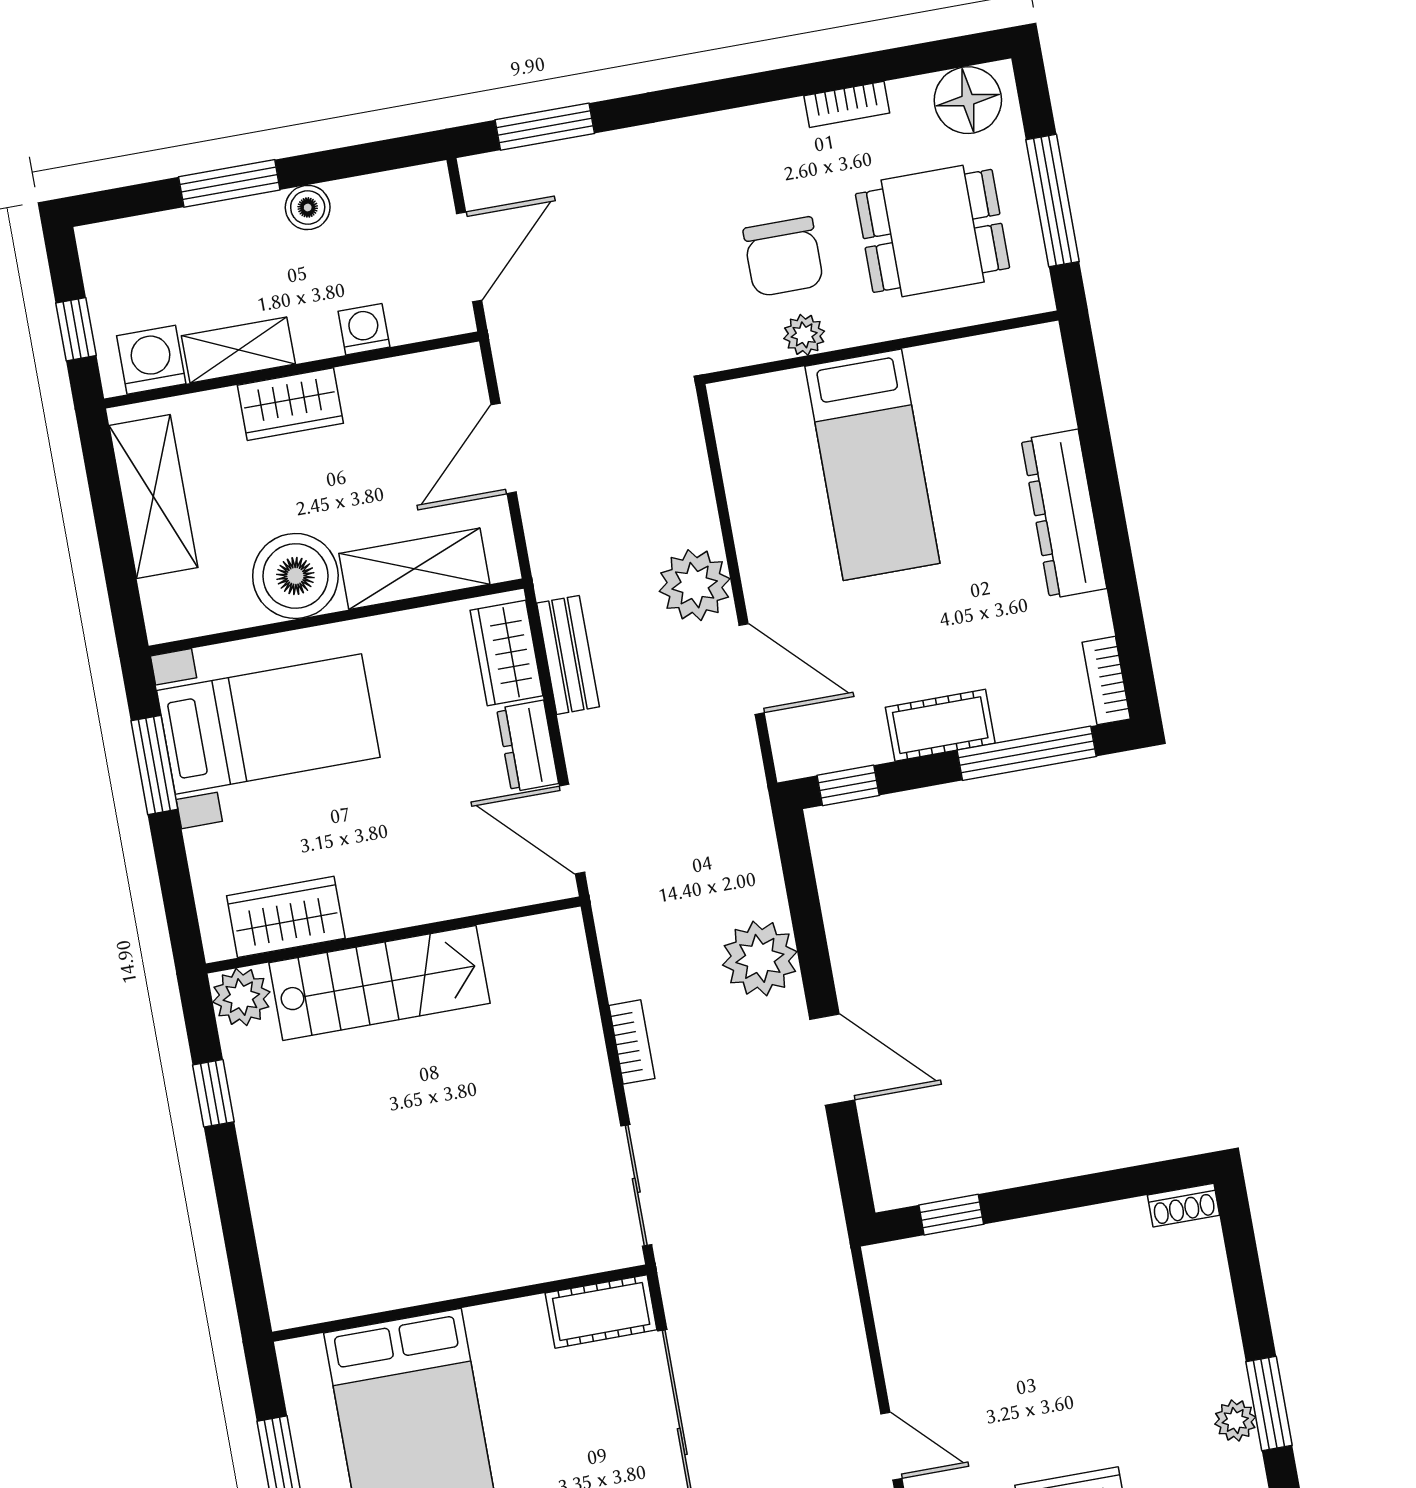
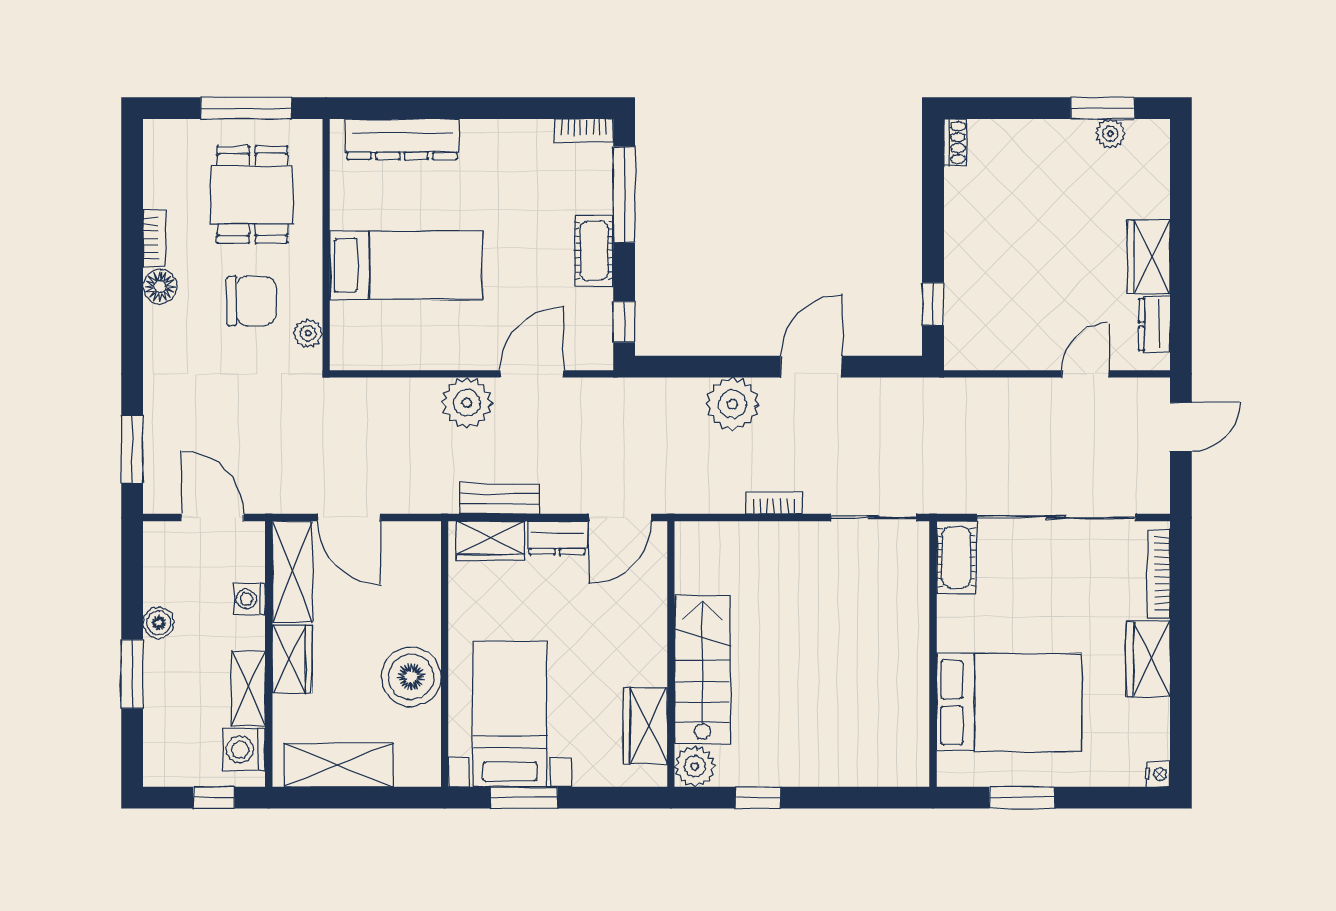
floor lamp: (968, 100) -> (160, 287), moved, width x0.73, depth x0.73
plant: (804, 335) -> (308, 333), moved
dresser: (1064, 514) -> (402, 139), moved
shelving: (414, 569) -> (292, 572), moved

